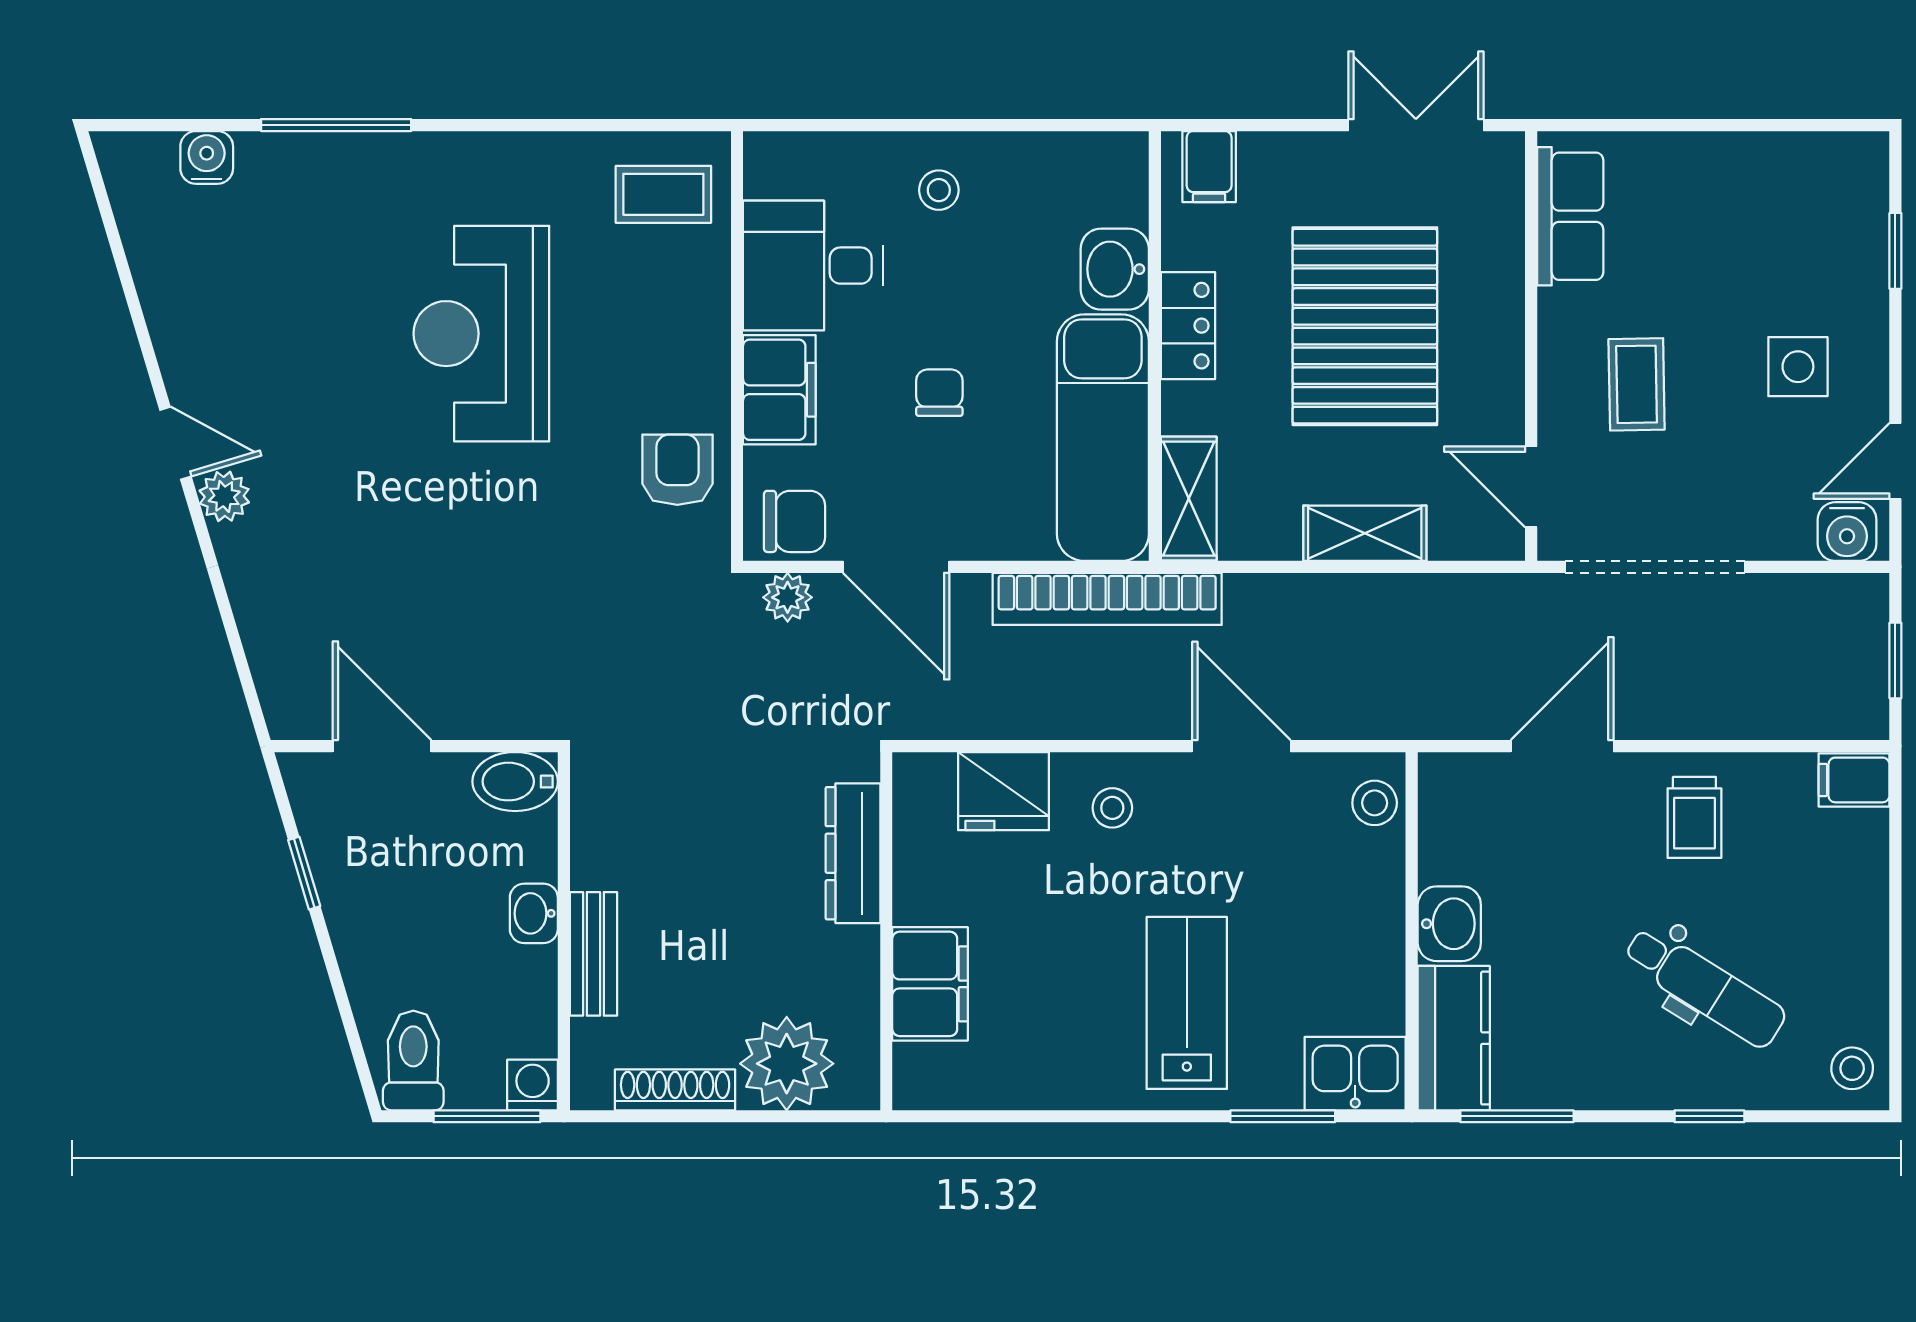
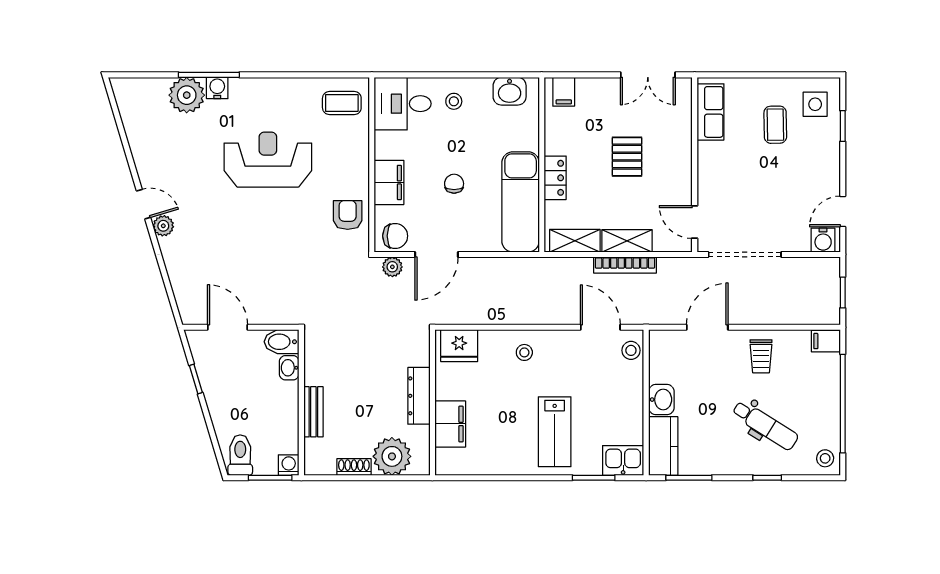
double door: (1416, 125) -> (648, 75), swing flipped
water cooler: (207, 157) -> (217, 88), moved
plant: (282, 175) -> (187, 95), added
desk: (813, 266) -> (403, 104), moved
washbasin: (1115, 269) -> (510, 91), moved, turned -90
locker: (1188, 326) -> (555, 178), moved
pallet: (1365, 326) -> (627, 157), width x0.49, depth x0.50
reception desk: (481, 334) -> (268, 160), turned 90
side table: (1798, 367) -> (815, 104), moved
coffee table: (1637, 384) -> (775, 125), moved
shelving: (1189, 499) -> (575, 241), moved, turned 90
door: (896, 567) -> (437, 254), hinge flipped
bookcase: (1107, 599) -> (625, 265), moved, width x0.68, depth x0.76
door: (1241, 746) -> (600, 327), moved
fridge: (1004, 791) -> (459, 346), moved
dresser: (853, 853) -> (419, 396), moved
washbasin: (534, 913) -> (289, 368), moved
window: (1895, 934) -> (843, 404), added
lab bench: (1187, 1003) -> (555, 432), turned 180
shoe rack: (675, 1090) -> (354, 467), width x0.70

